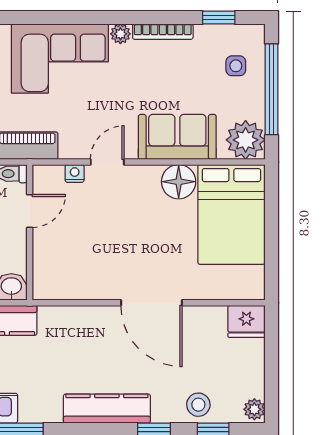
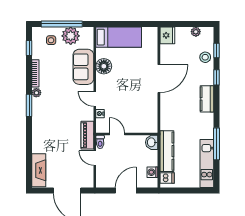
window: (93, 17) -> (29, 105), added
corner sofa: (60, 58) -> (48, 120), removed
plant: (246, 140) -> (71, 36), moved
bed: (231, 214) -> (119, 37), width x0.67
kitchen counter: (107, 409) -> (207, 99), width x0.67
plant: (254, 409) -> (196, 32), moved

